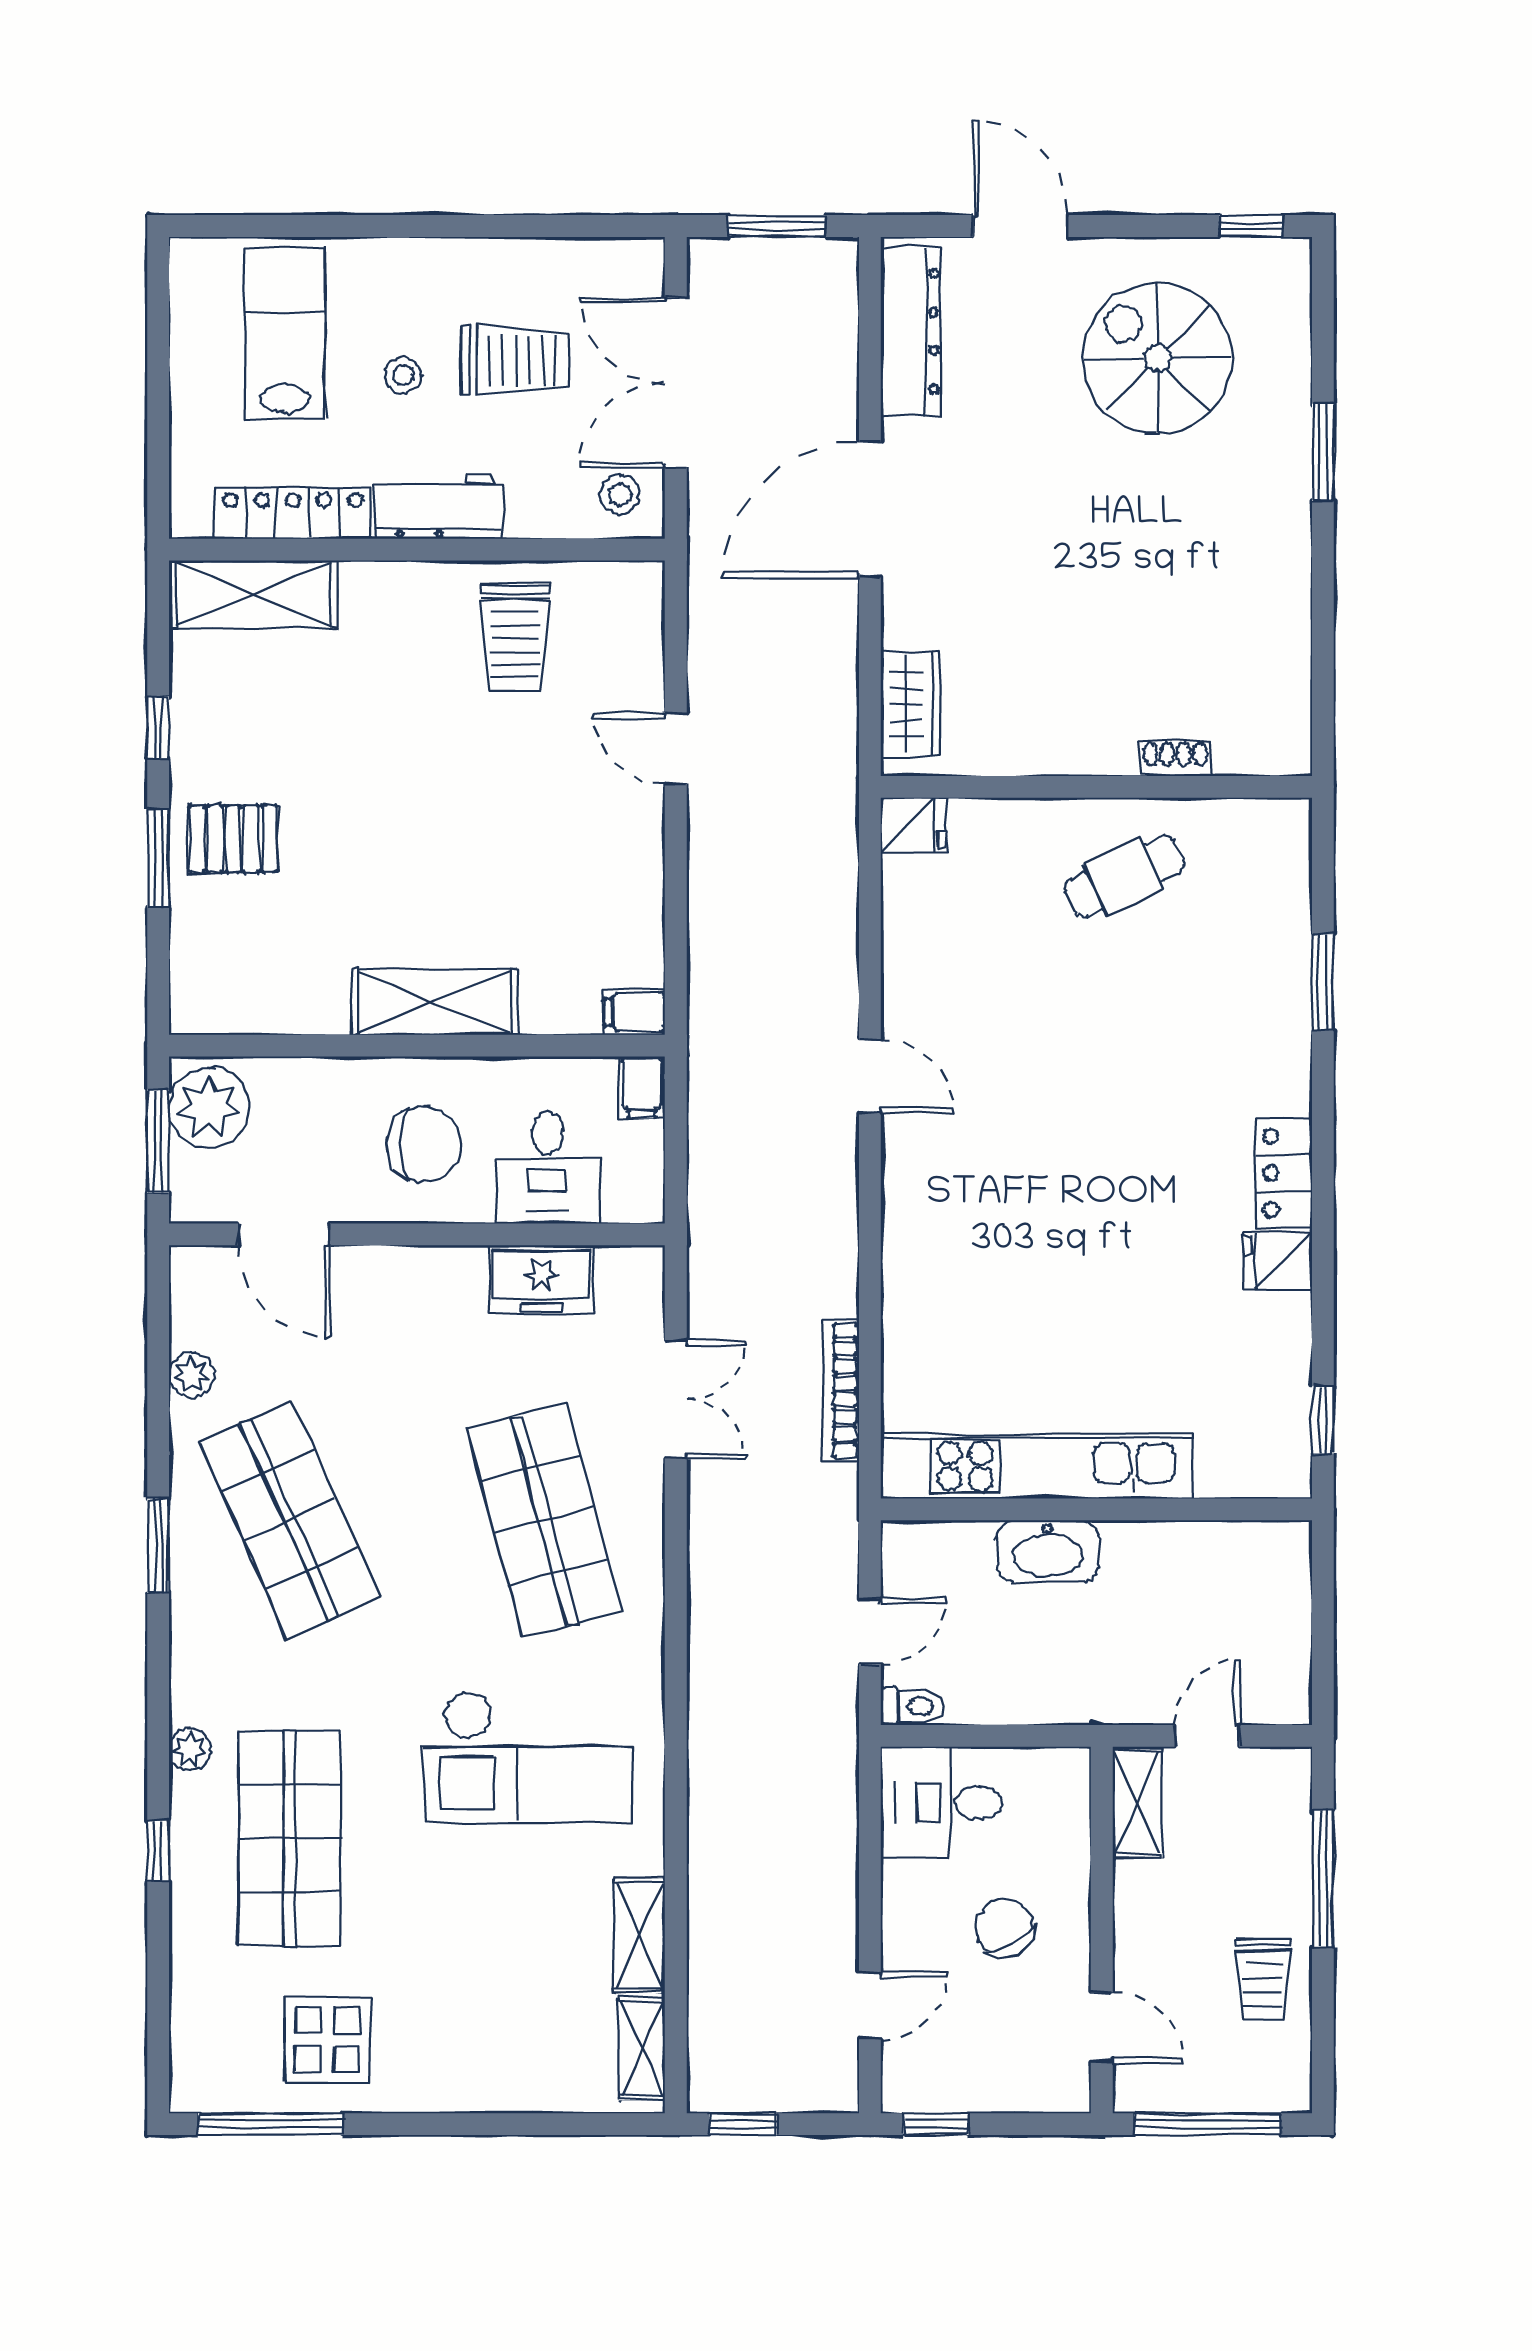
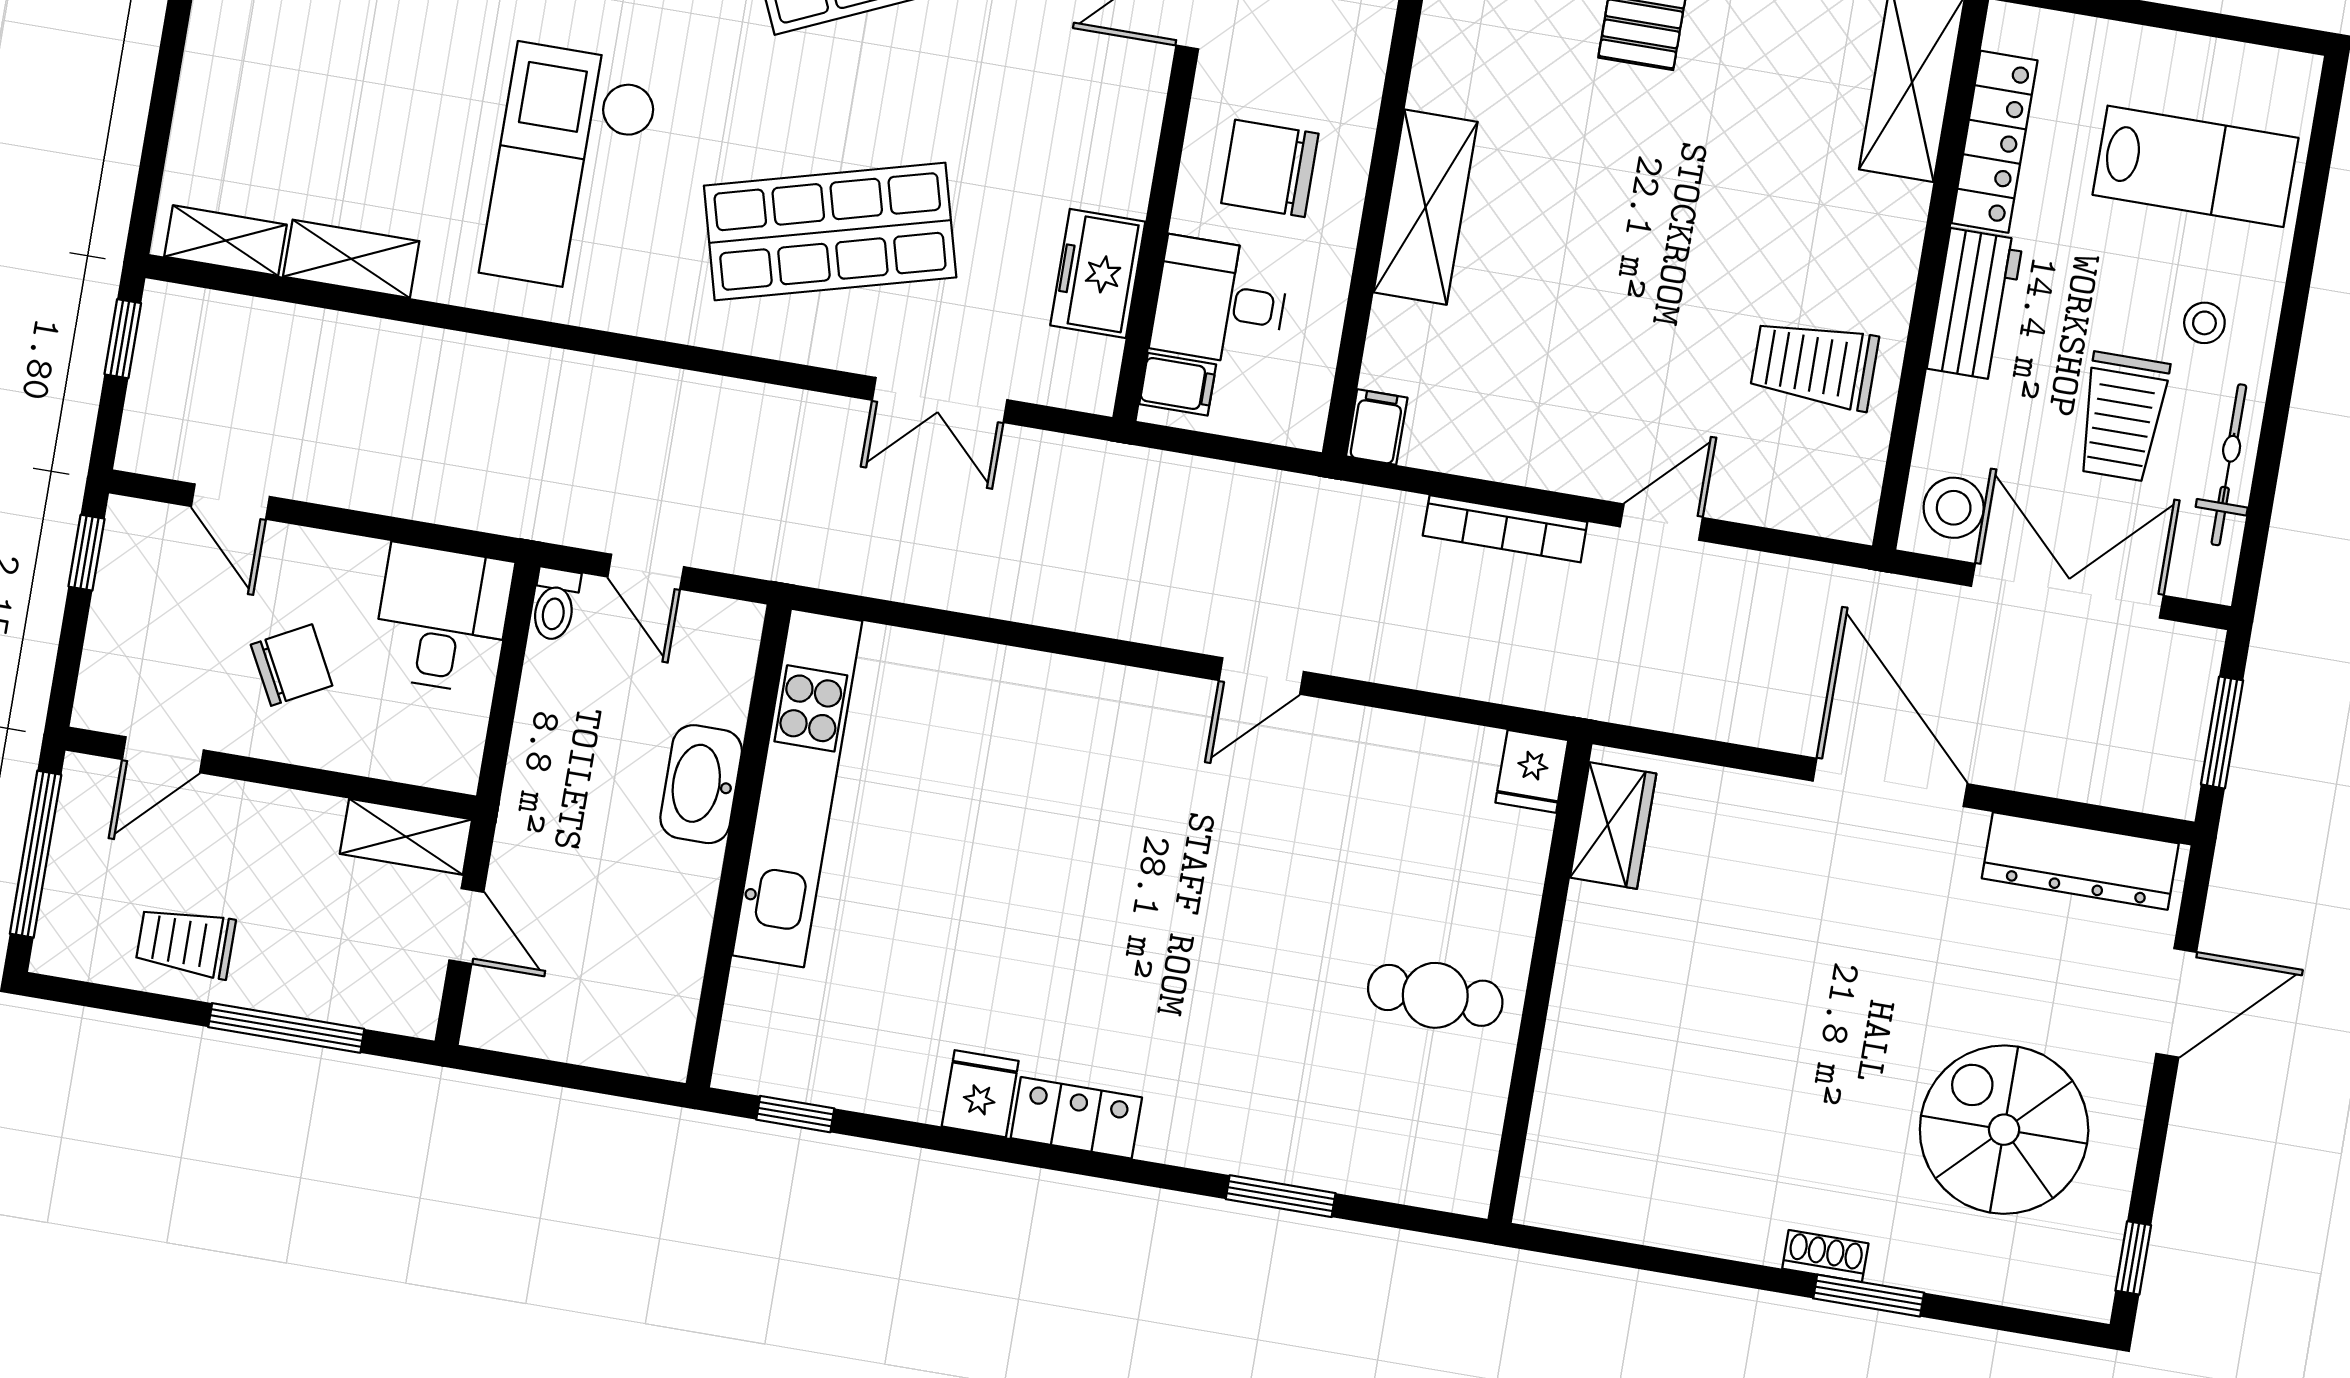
bicycle: (541, 260) -> (2229, 465), added
spiral stairs: (1157, 358) -> (2004, 1130), turned -90
stool: (403, 375) -> (2204, 323), moved
stool: (620, 495) -> (1954, 508), width x1.37, depth x1.37
wardrobe: (911, 704) -> (1613, 826), moved, turned -90
shoe rack: (1175, 759) -> (1825, 1256), moved, turned -90
cafe table: (1124, 877) -> (1435, 995), turned -65
filing cabinet: (642, 1087) -> (1178, 384), moved, turned 180
chair: (424, 1144) -> (1270, 168), turned 90
bookcase: (841, 1391) -> (1505, 529), moved, turned 180

